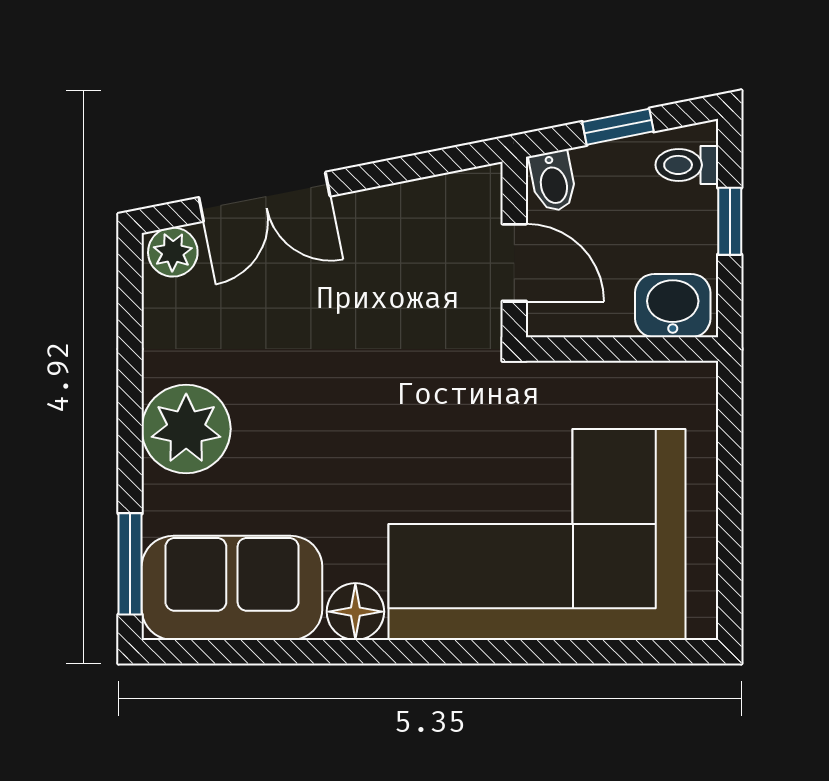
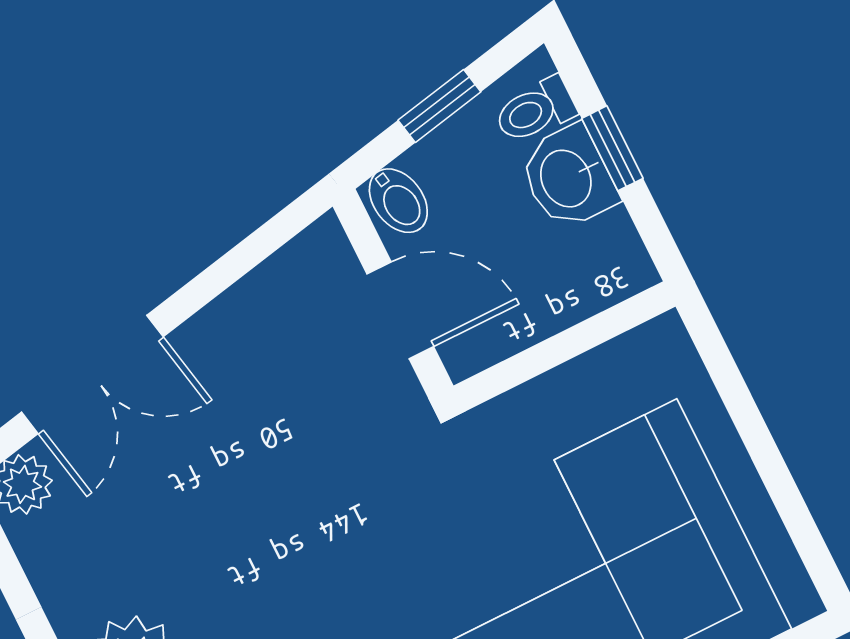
washbasin: (673, 306) -> (568, 177), moved, turned -90

